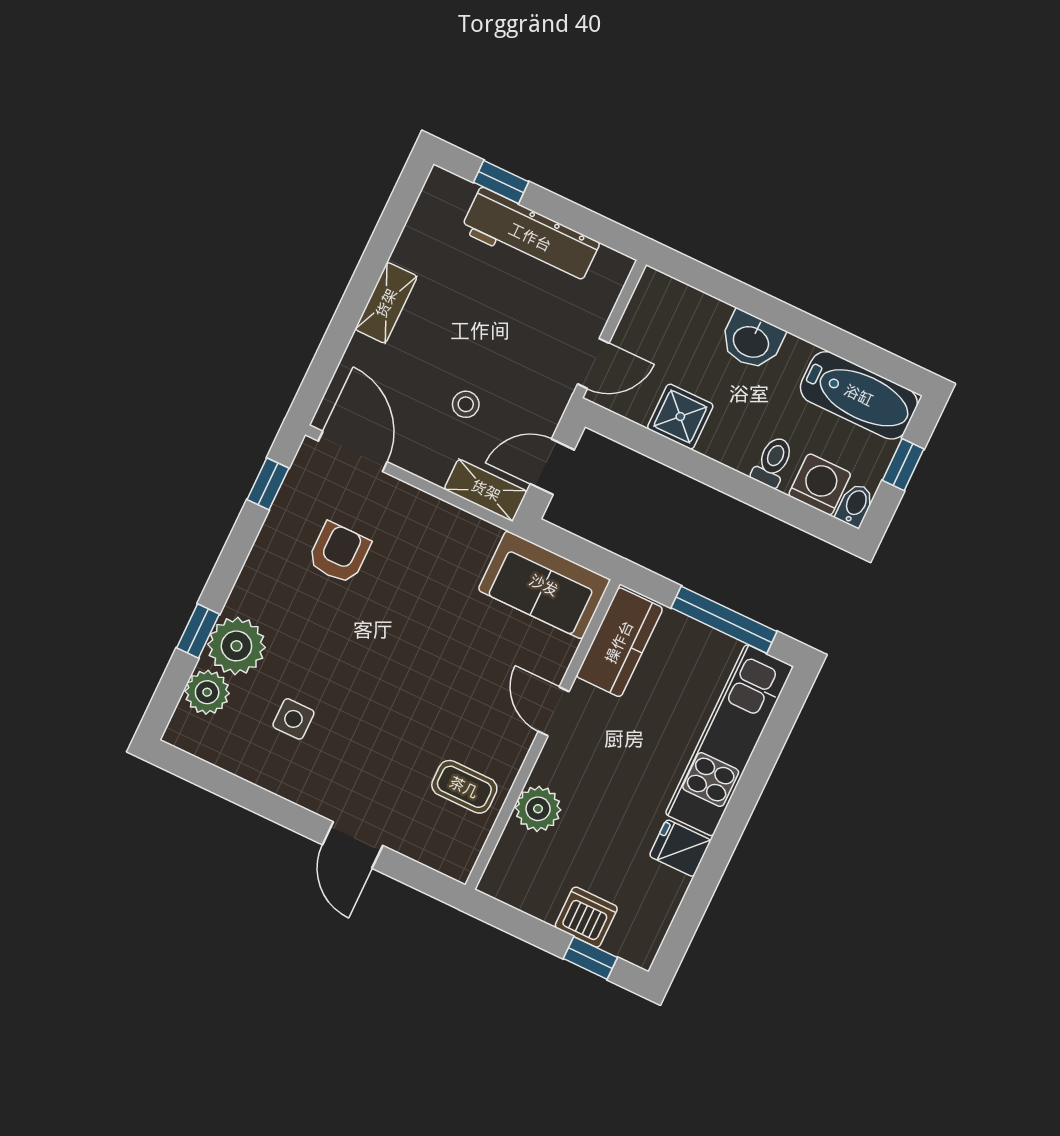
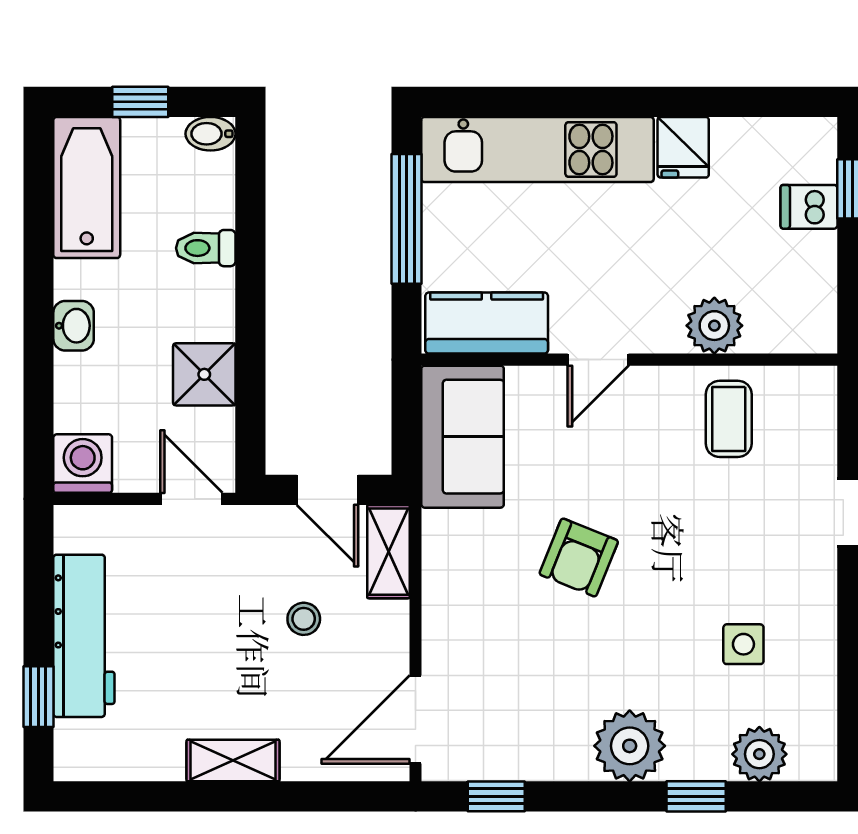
washbasin: (752, 341) -> (74, 326), width x0.72, depth x0.69
washing machine: (820, 484) -> (83, 464), moved, turned 90
armchair: (339, 553) -> (579, 557), moved, turned -68
plant: (236, 646) -> (630, 746), moved
dishwasher: (586, 917) -> (809, 207), width x0.73

